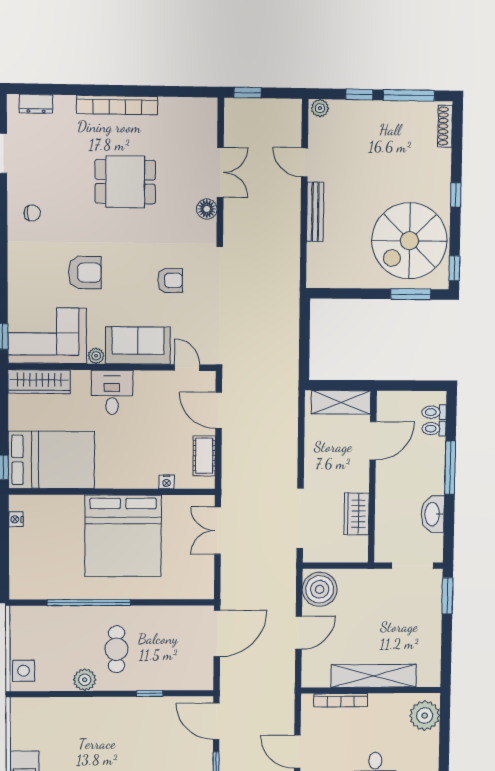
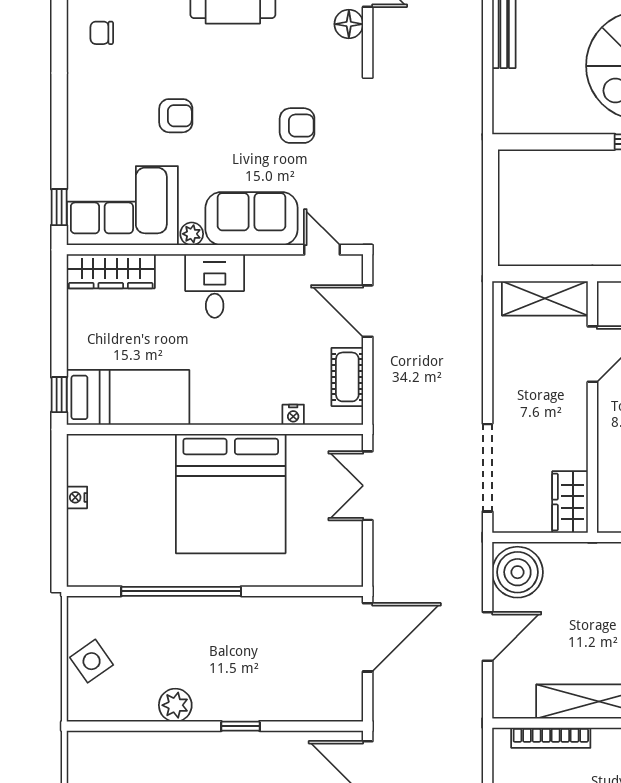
chair: (32, 213) -> (102, 33), turned 180
armchair: (85, 273) -> (176, 116), width x0.72, depth x0.72
bed: (51, 460) -> (128, 397), width x0.67
wardrobe: (357, 514) -> (570, 502), moved
nightstand: (16, 519) -> (77, 497), moved
cafe table: (117, 649) -> (221, 660), removed
side table: (24, 671) -> (92, 661), moved, turned -35
window: (150, 694) -> (240, 726), moved

